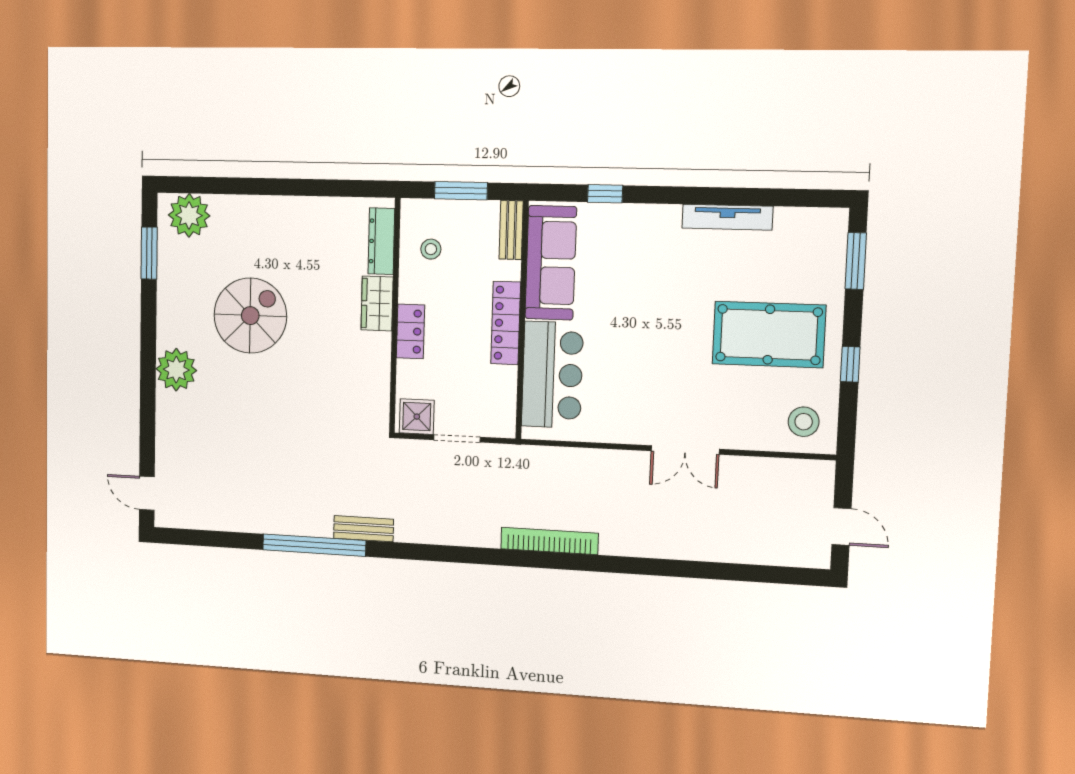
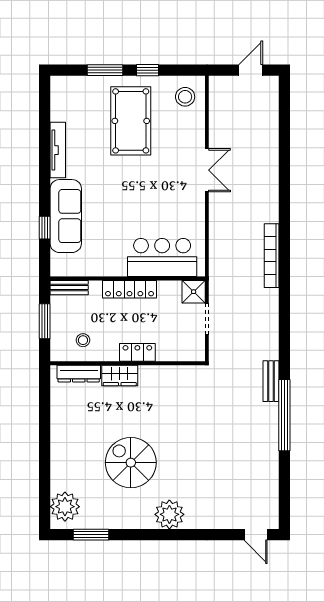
window: (856, 261) -> (105, 70), moved
sofa: (551, 263) -> (66, 216), moved, turned 90
shower: (417, 417) -> (194, 292), moved
door: (147, 493) -> (256, 535), hinge flipped

